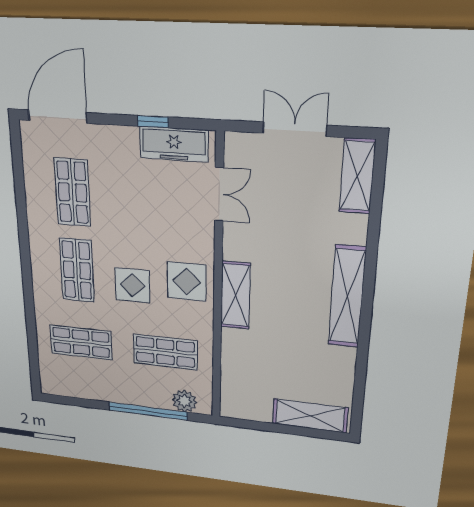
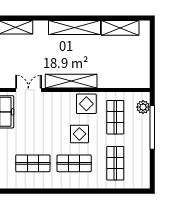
display table: (187, 281) -> (86, 104), moved
shelving: (235, 295) -> (71, 81), width x1.47
shelving: (310, 416) -> (120, 28), moved, turned 90

